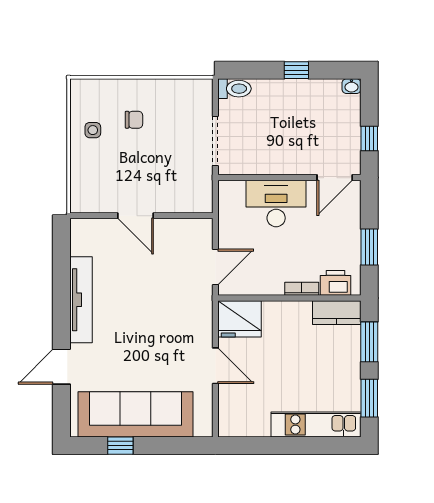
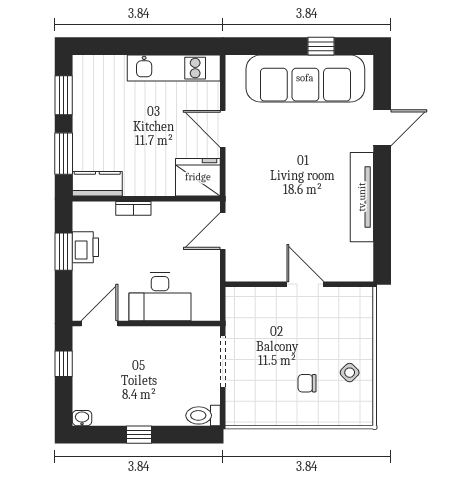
side table: (93, 130) -> (350, 373), turned 45
printer: (336, 283) -> (85, 247), moved, turned -90
kitchen unit: (316, 425) -> (174, 68), moved

